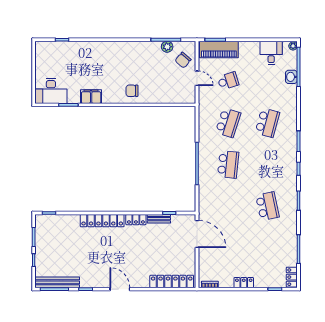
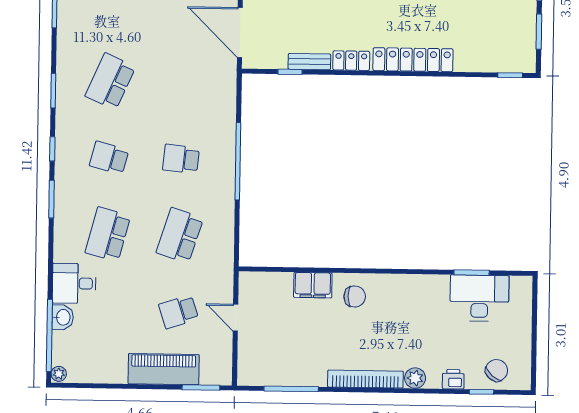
printer: (77, 46) -> (453, 379), added
bookcase: (125, 46) -> (365, 379), added
plant: (167, 47) -> (415, 378), moved
piano: (219, 49) -> (164, 369), moved
desk: (271, 53) -> (74, 283), moved, turned 90
chair: (183, 60) -> (497, 370), moved
desk: (51, 91) -> (479, 298), moved
filing cabinet: (91, 97) -> (313, 285), moved
school desk: (228, 164) -> (181, 159), width x0.54
school desk: (267, 164) -> (109, 158), added
school desk: (267, 206) -> (110, 81), turned 36

